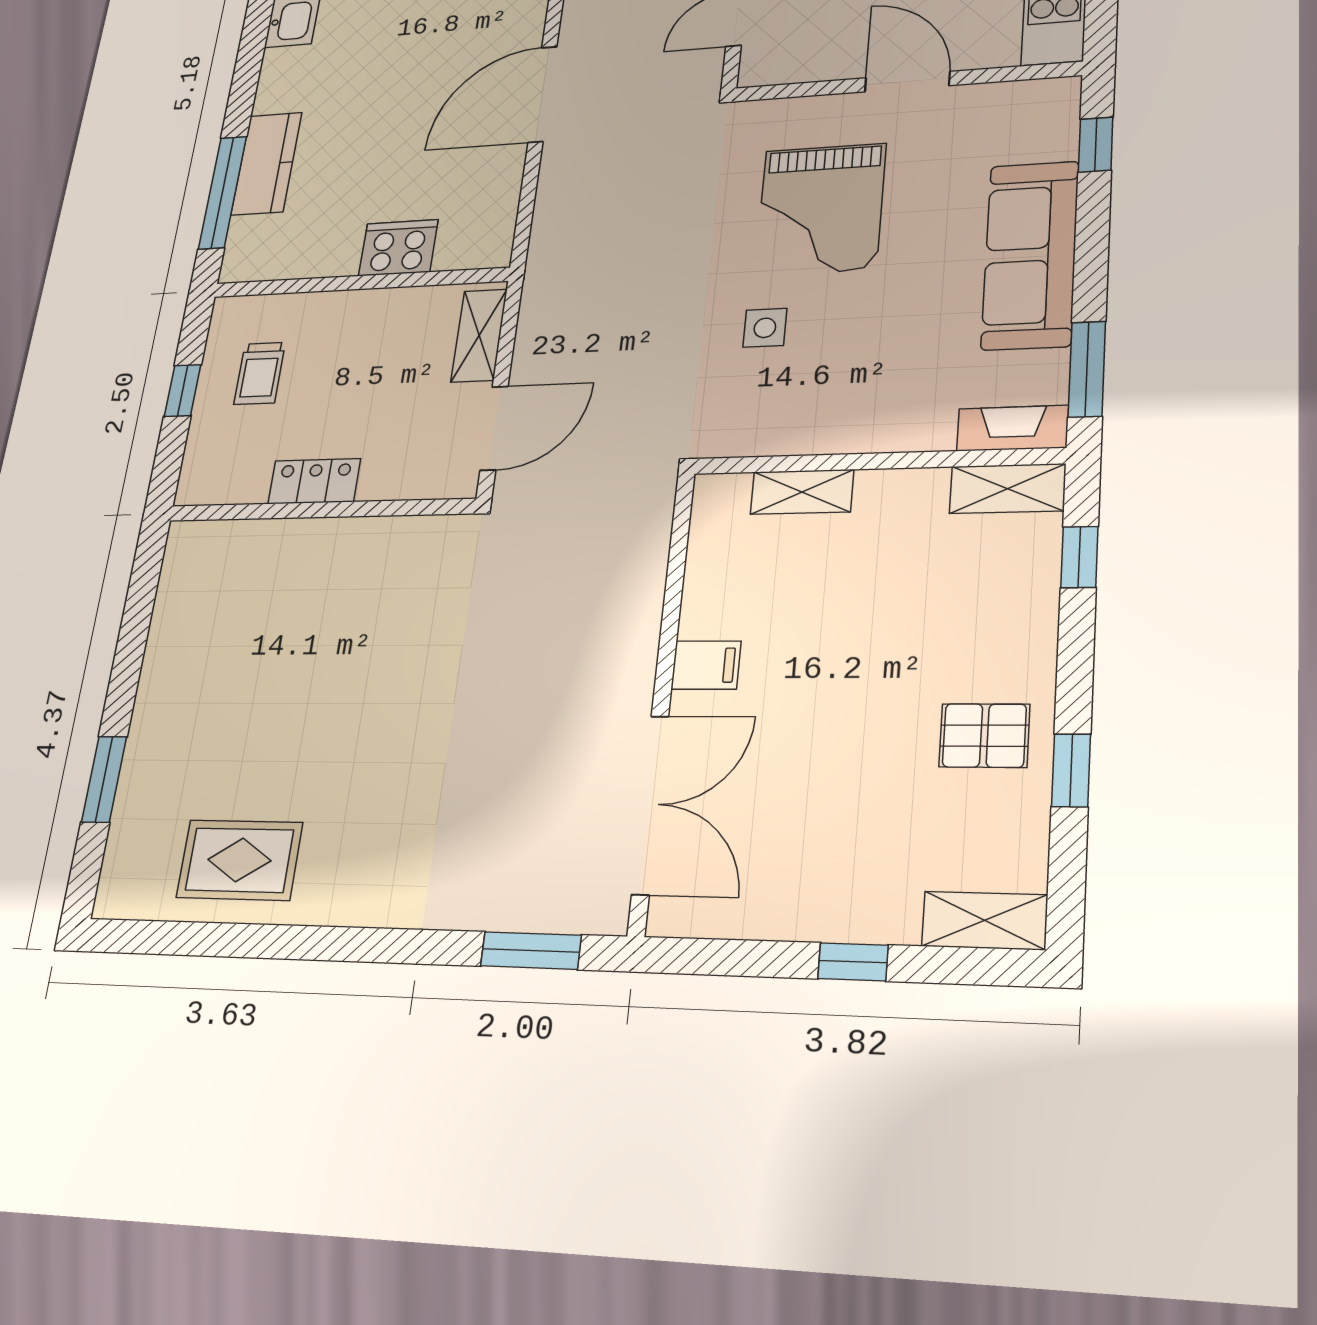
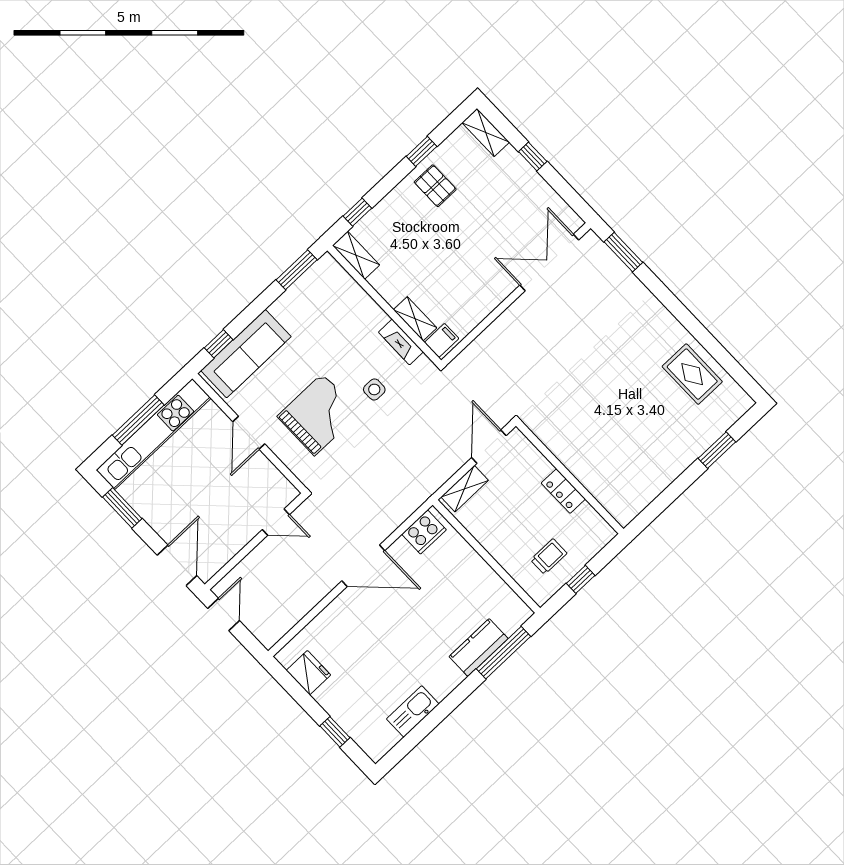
cooker: (398, 248) -> (424, 532), moved, turned -90
sofa: (1030, 255) -> (246, 354), moved
door: (494, 428) -> (489, 447), hinge flipped
fireplace: (1012, 428) -> (401, 342), moved
filing cabinet: (706, 665) -> (442, 340), moved, turned 90

